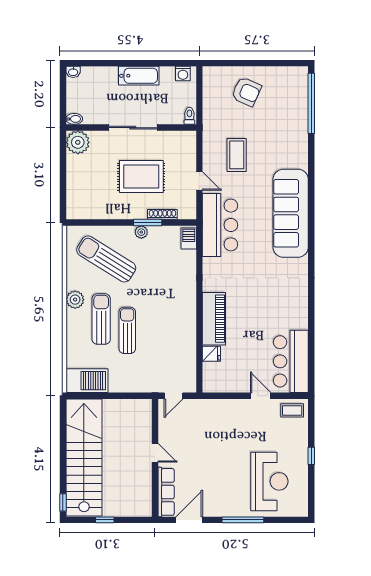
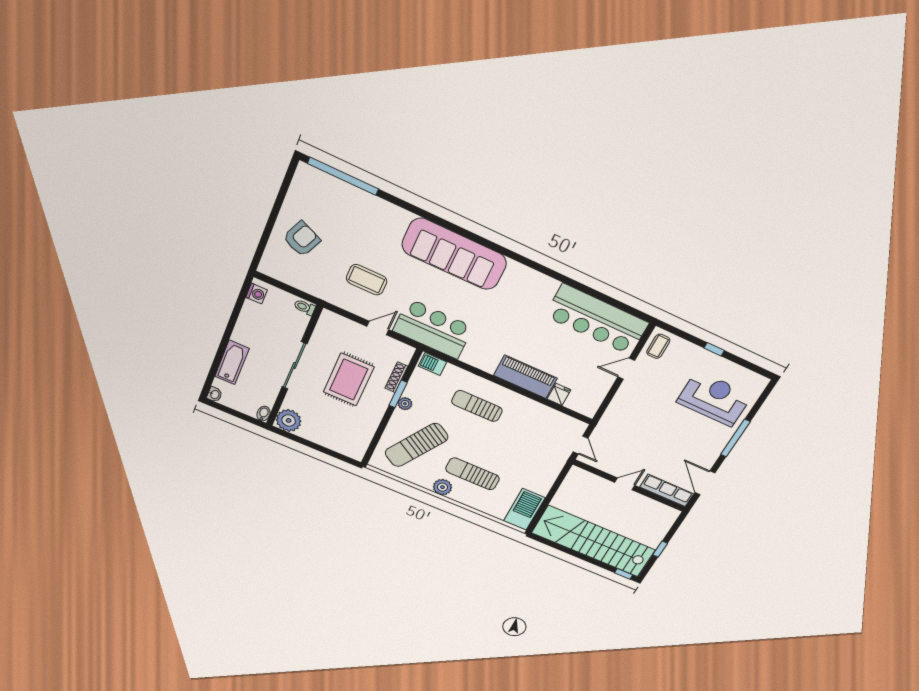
bathtub: (139, 76) -> (232, 362), moved
sun lounger: (127, 330) -> (477, 406), moved
bar counter: (291, 361) -> (597, 320), width x1.36

